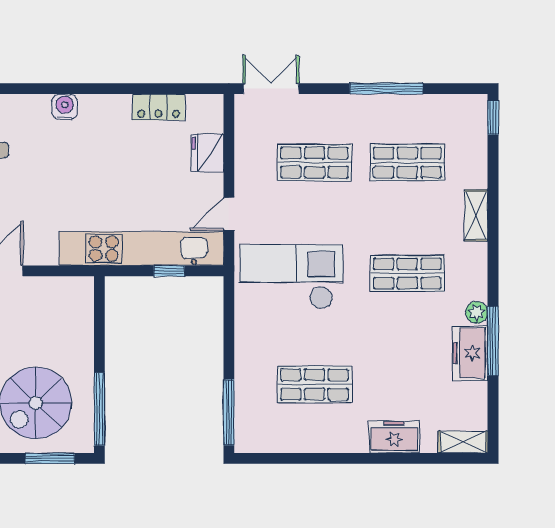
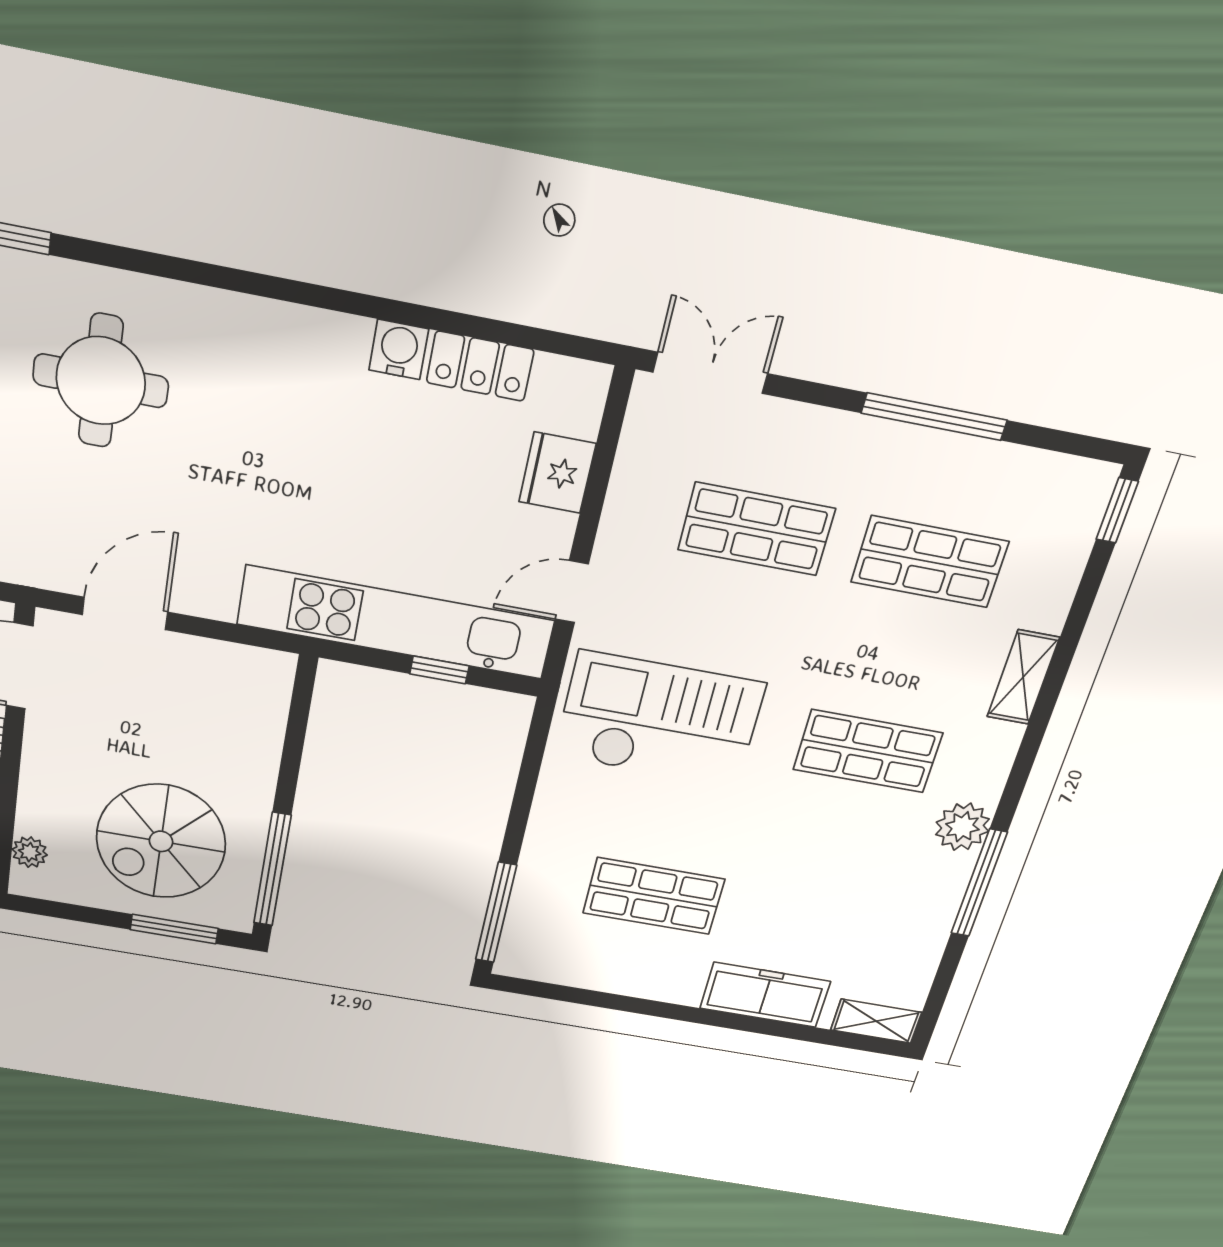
water cooler: (65, 107) -> (399, 349), moved
plant: (477, 312) -> (962, 827), width x1.38, depth x1.38
freezer: (470, 353) -> (933, 894), removed
freezer: (394, 437) -> (765, 995), width x1.40

